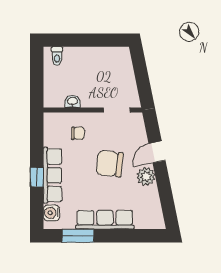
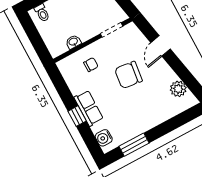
row of seats: (52, 175) -> (89, 108), width x0.68
plant: (146, 176) -> (178, 89), moved
row of seats: (105, 220) -> (148, 121), removed

